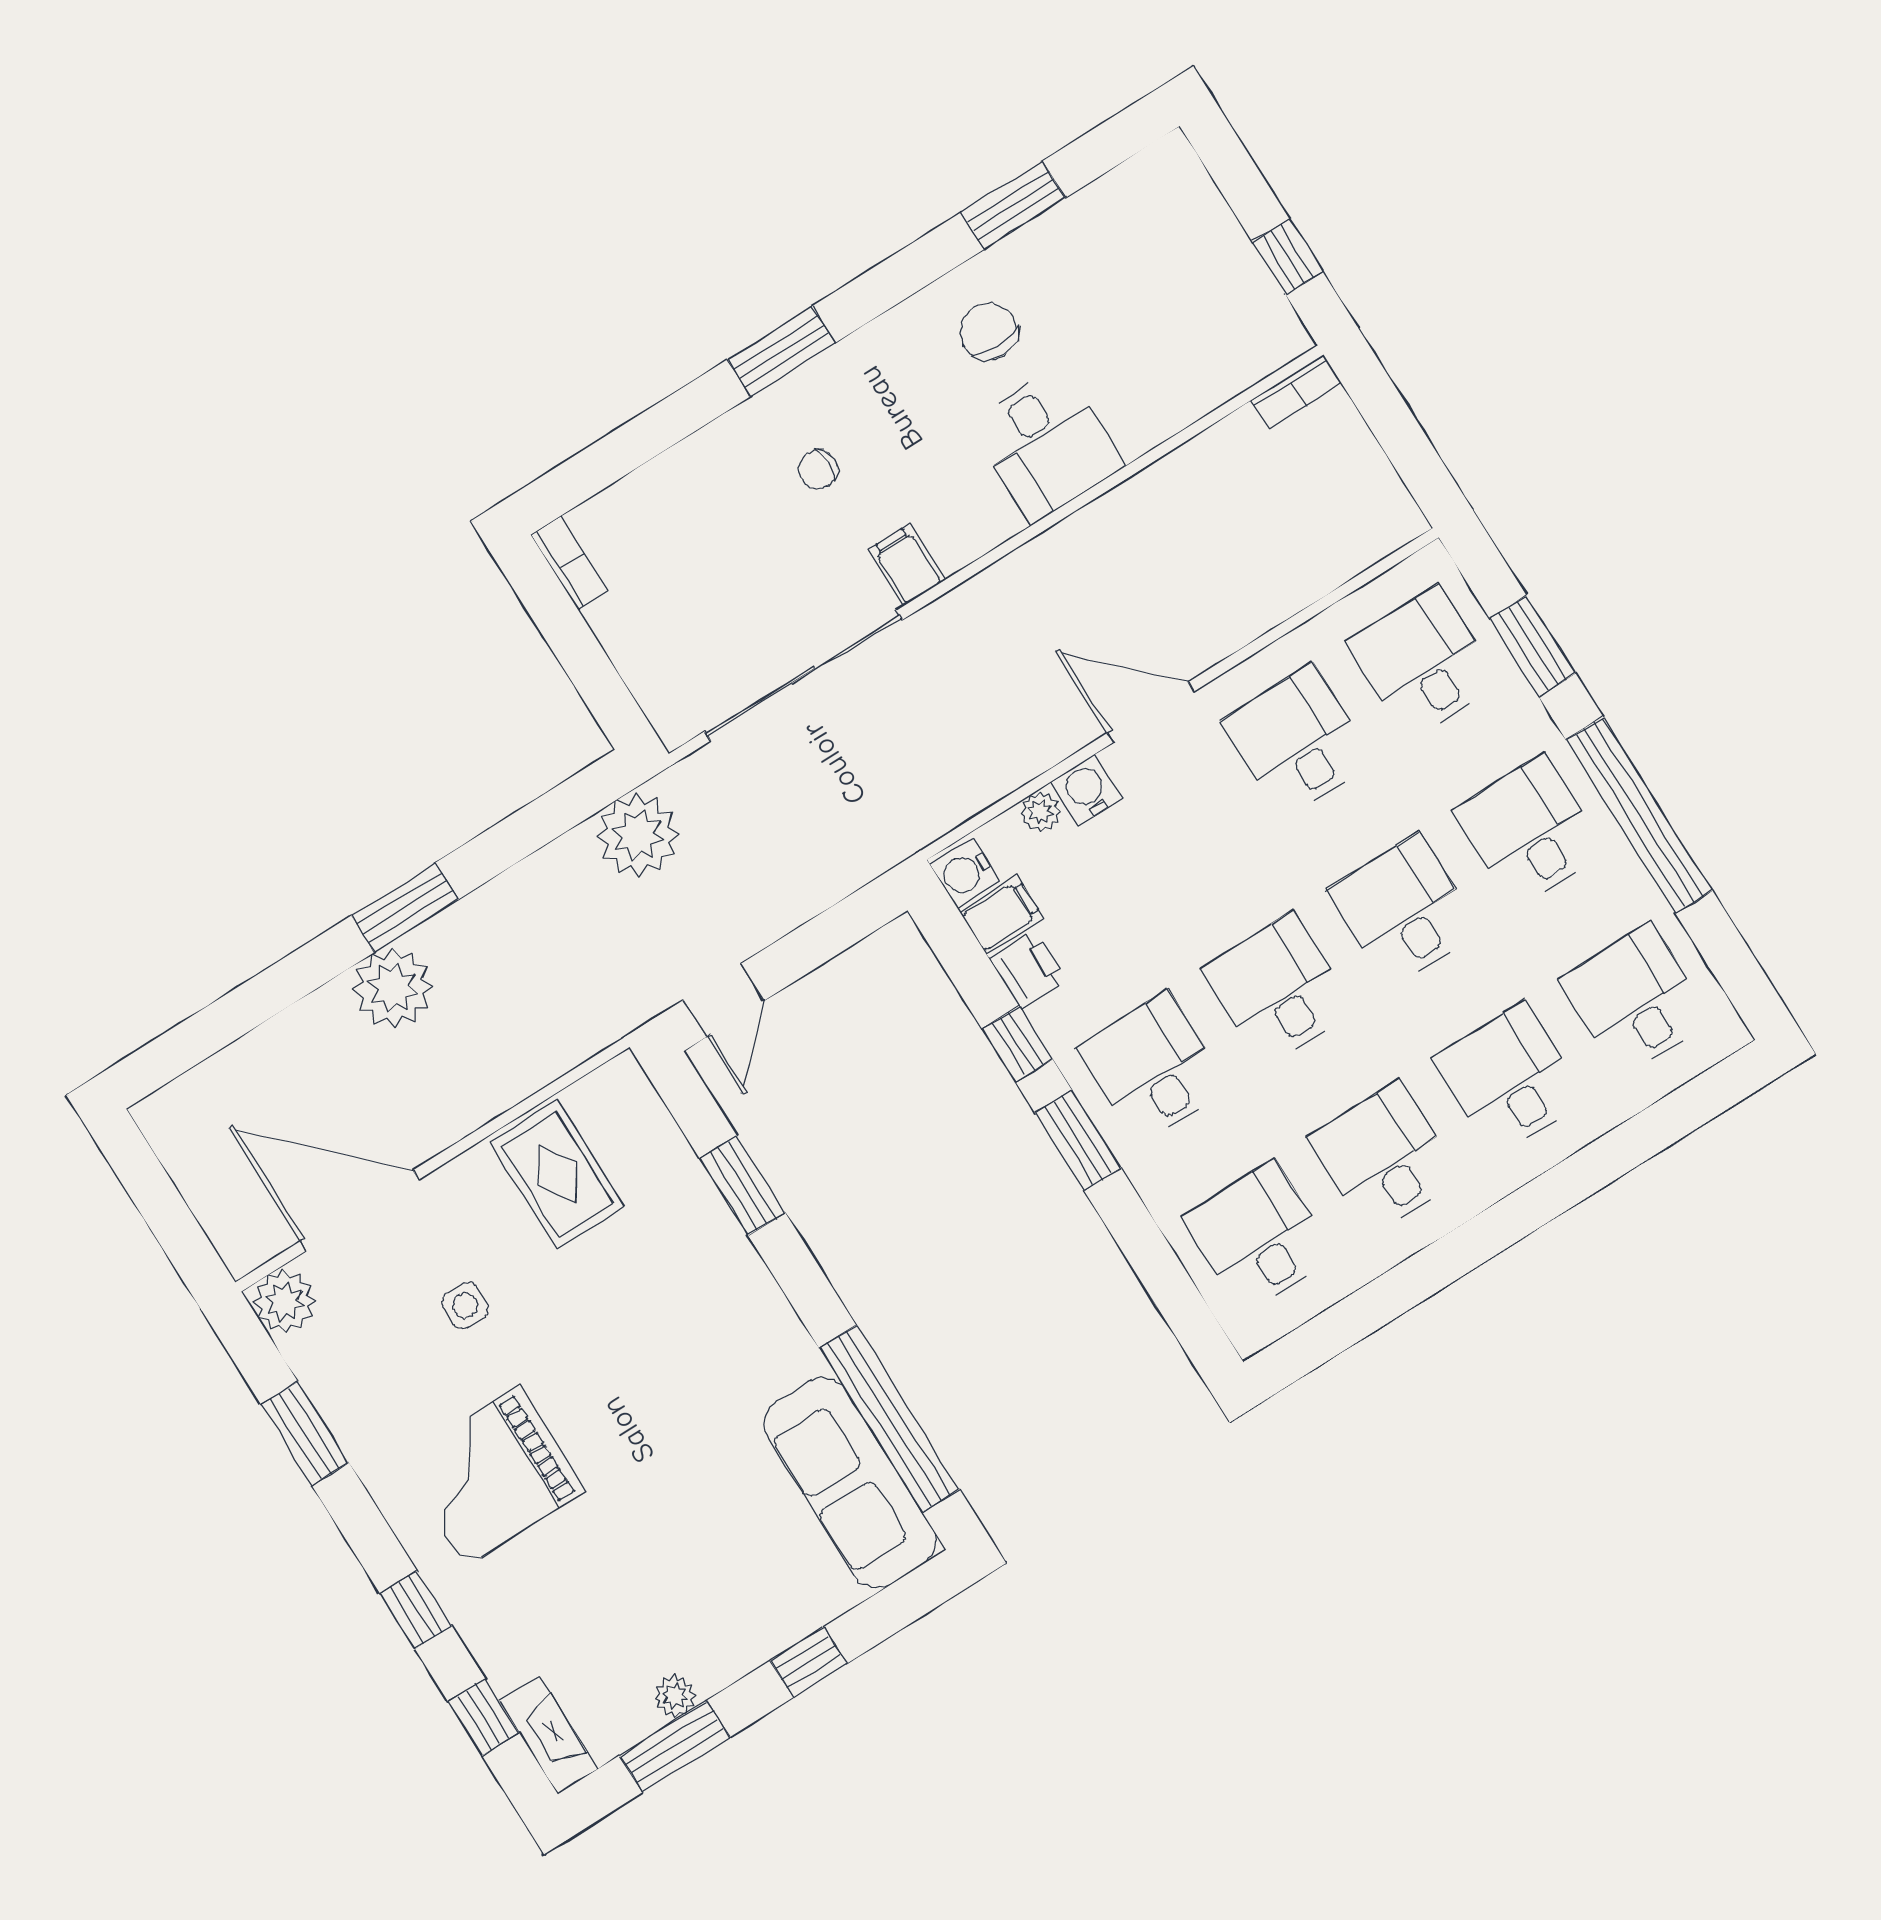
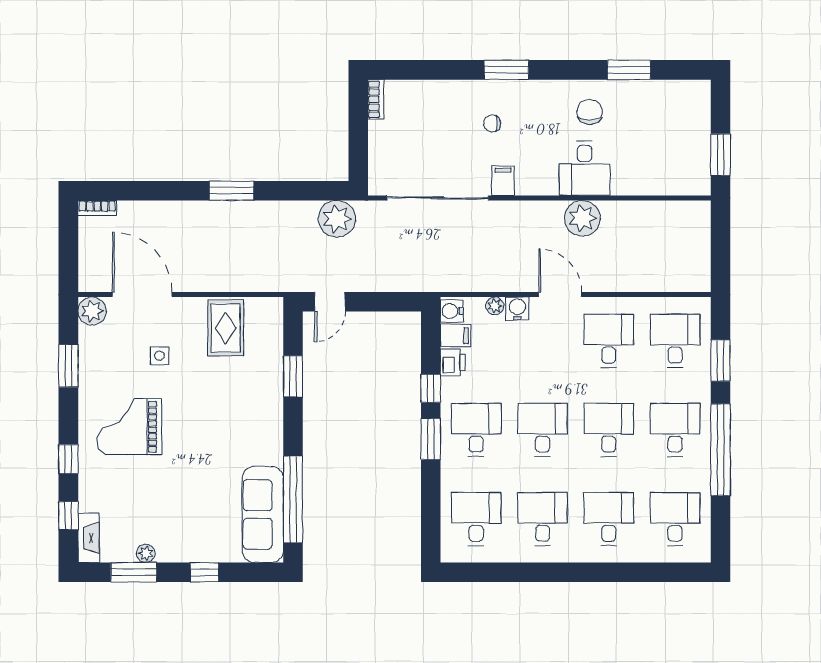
window: (1288, 257) -> (721, 155), width x1.50
bookcase: (1296, 392) -> (97, 208), moved
plant: (393, 988) -> (582, 218), moved

